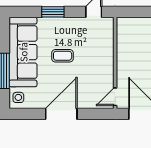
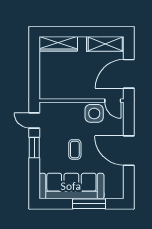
window: (53, 12) -> (34, 148), moved
side table: (18, 97) -> (94, 113), moved, width x1.87, depth x1.87

